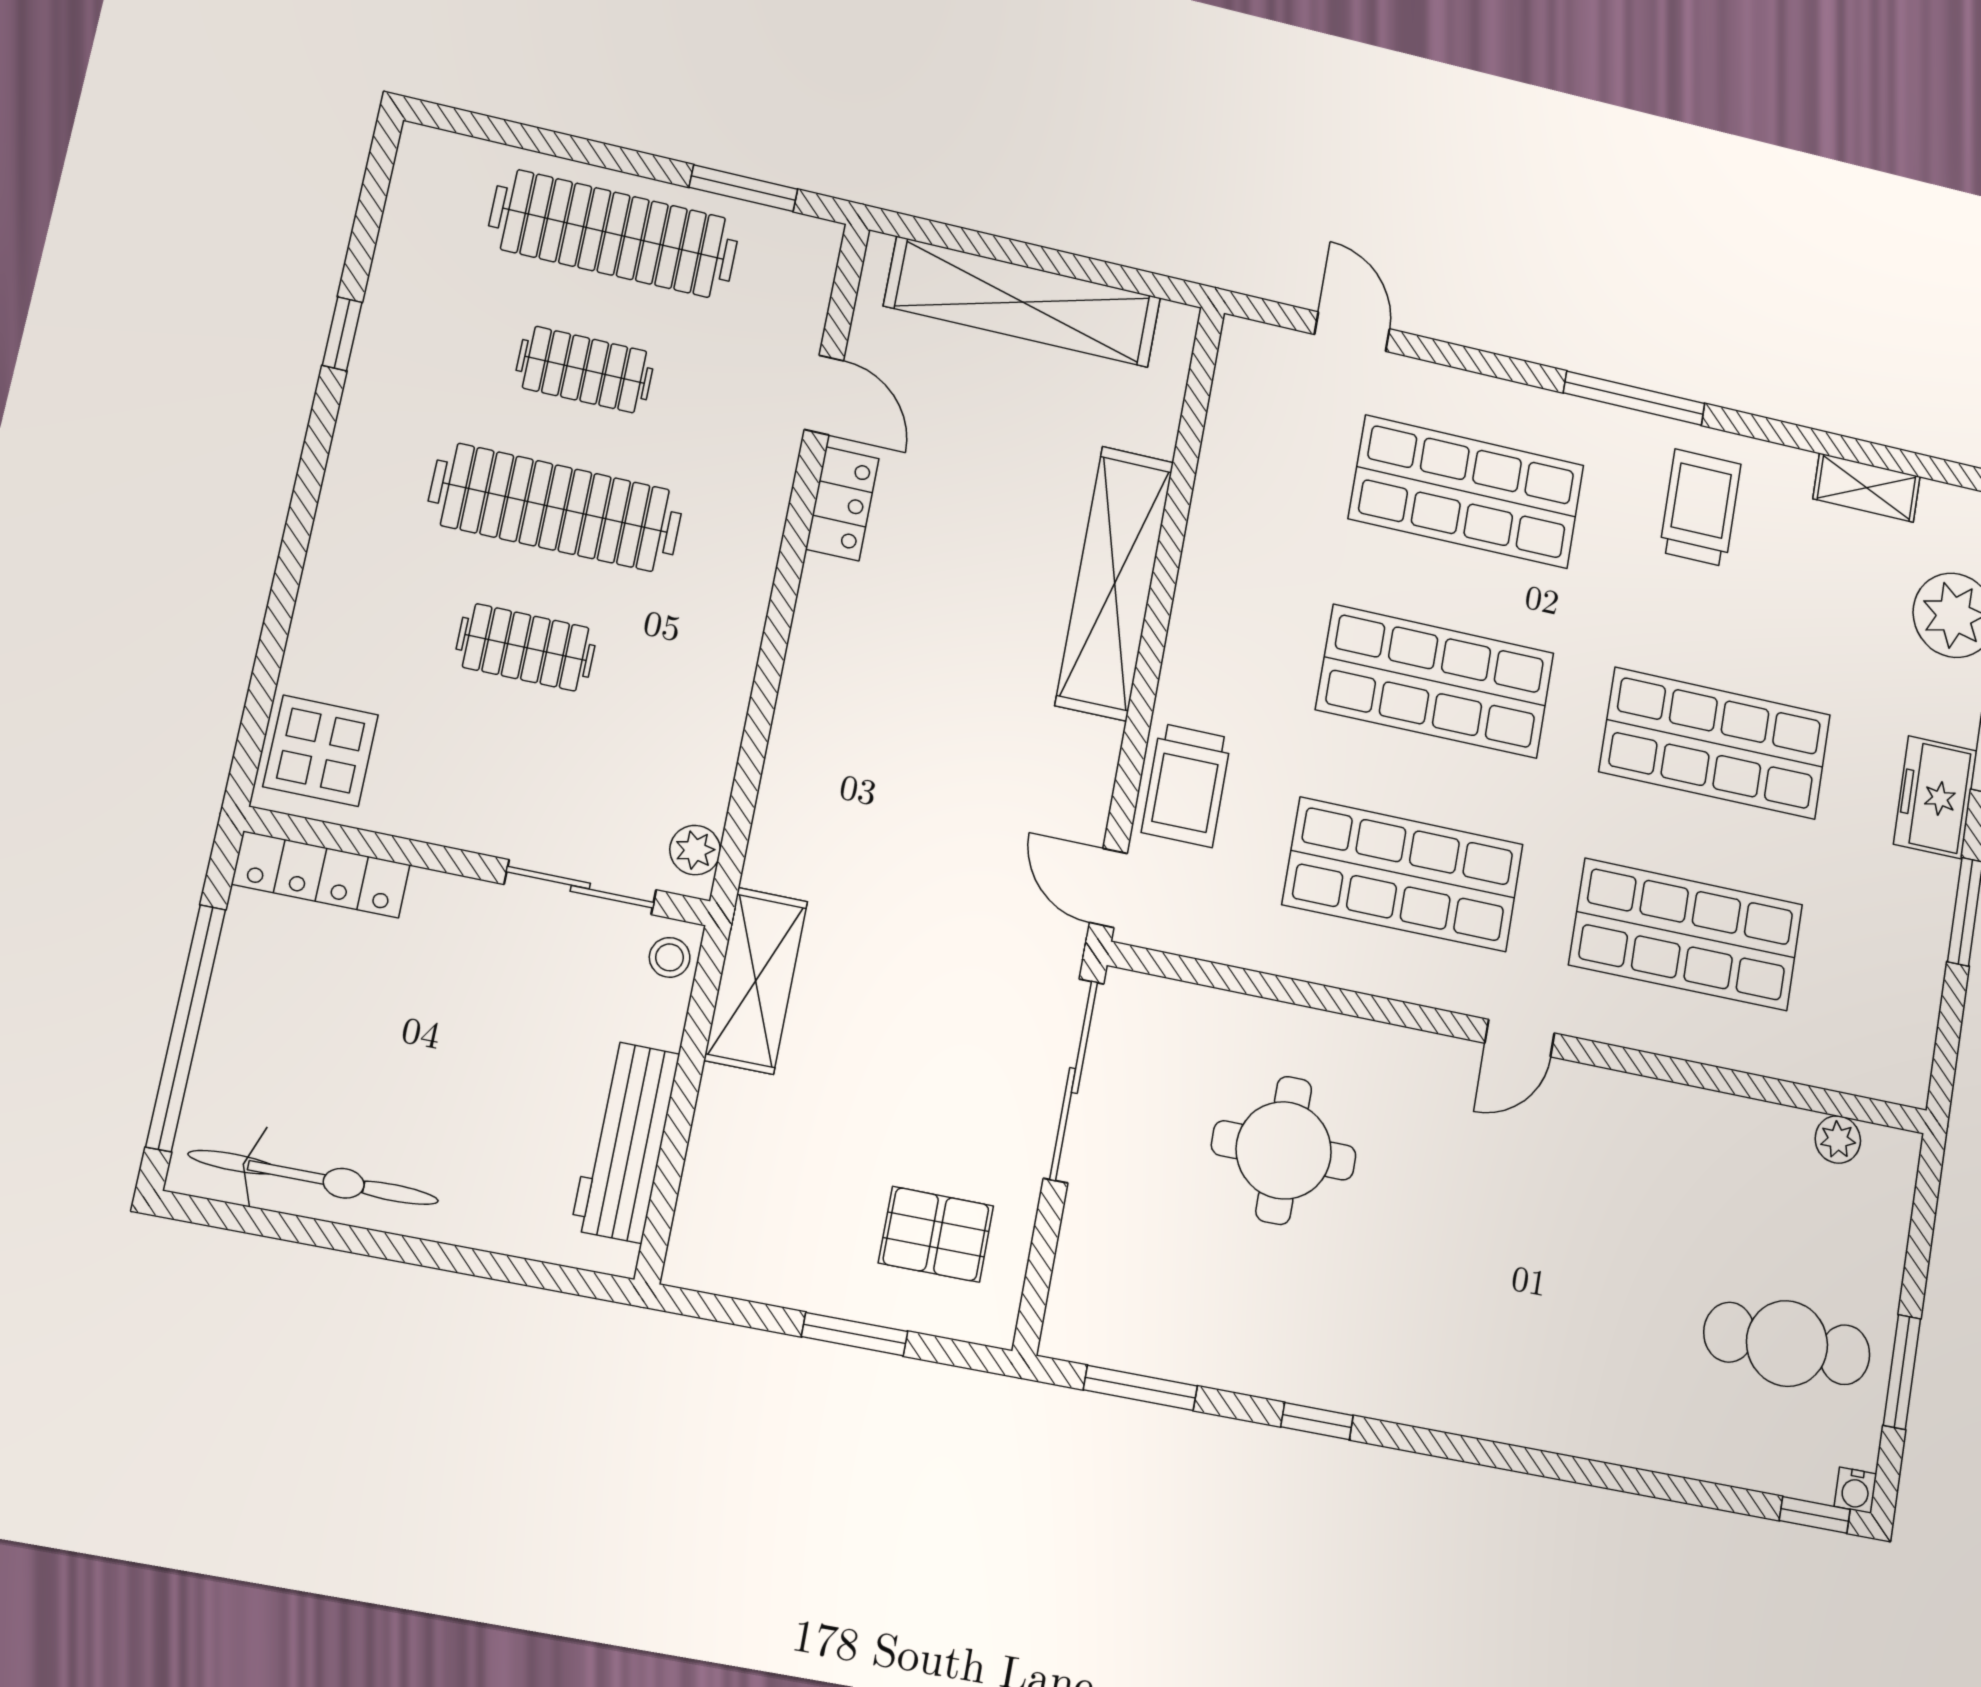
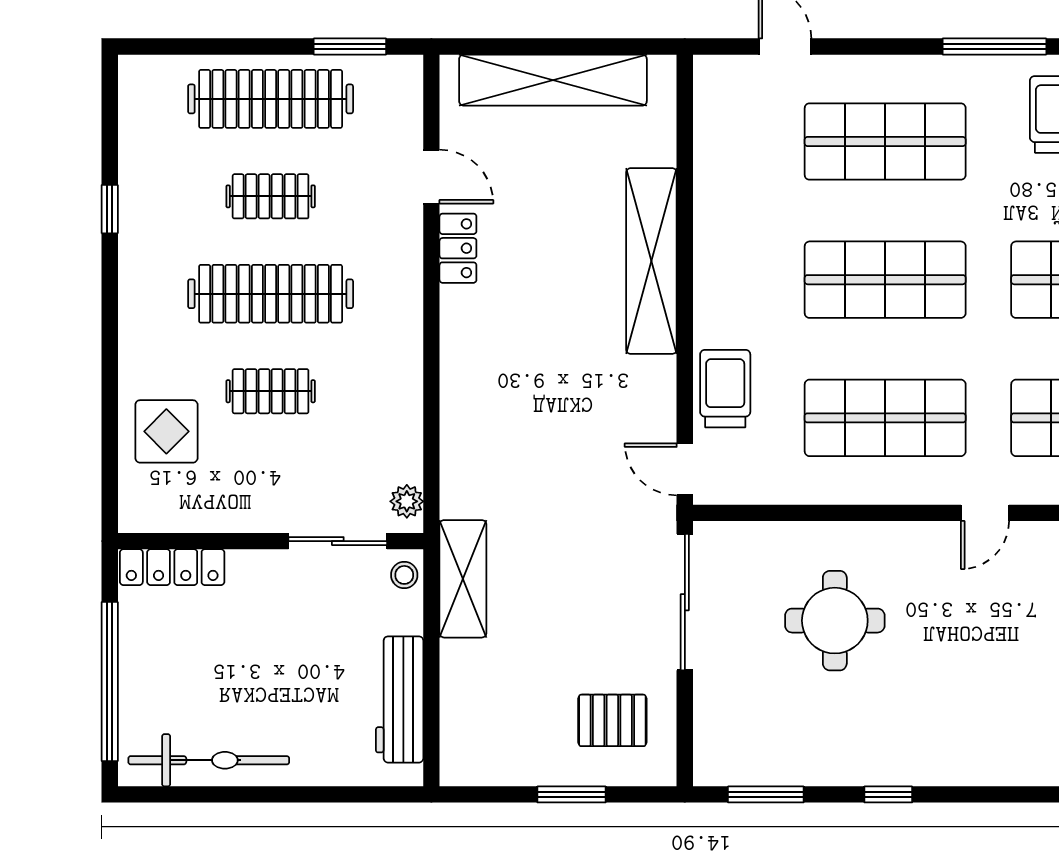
display table: (321, 751) -> (166, 431), moved
trolley: (1186, 785) -> (725, 389), turned 180

